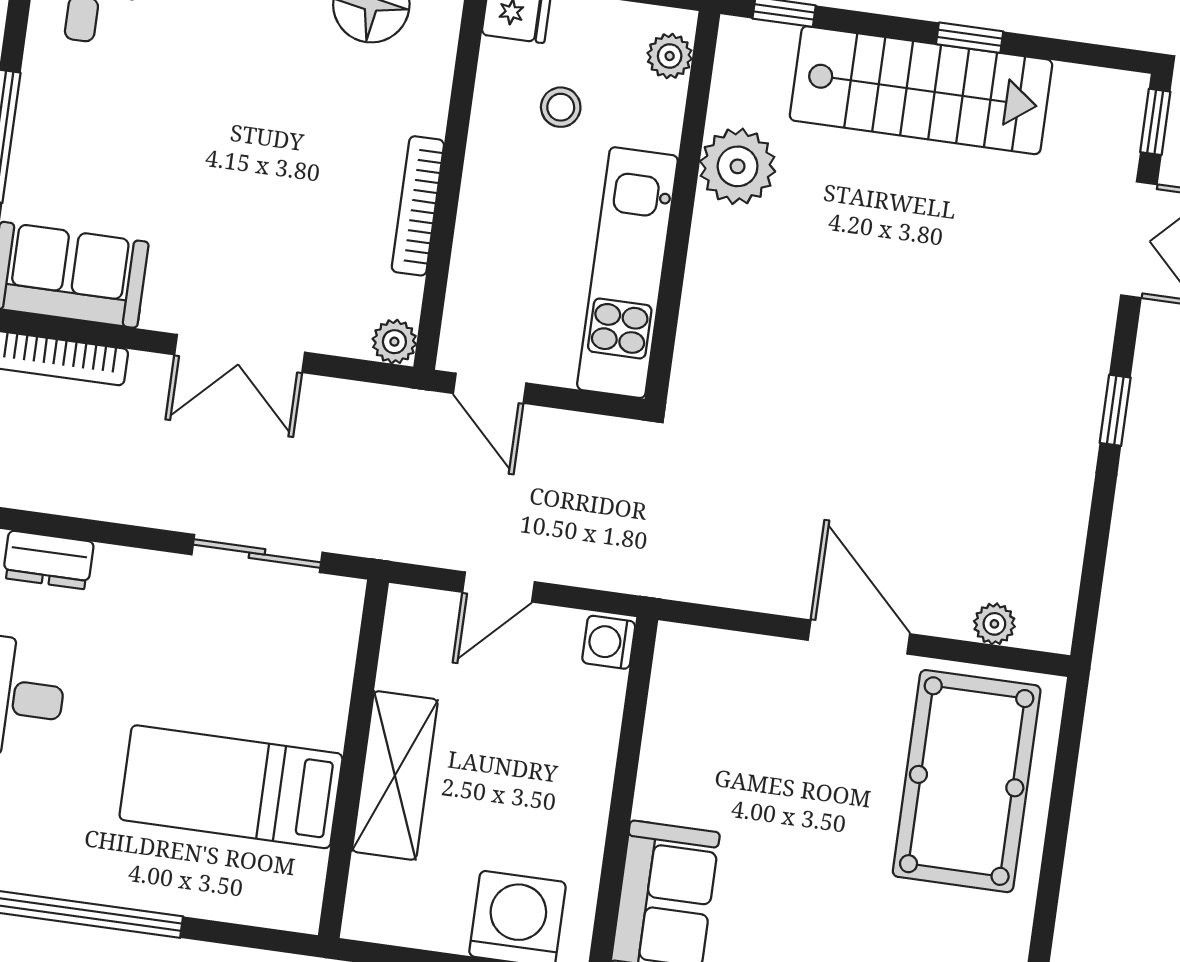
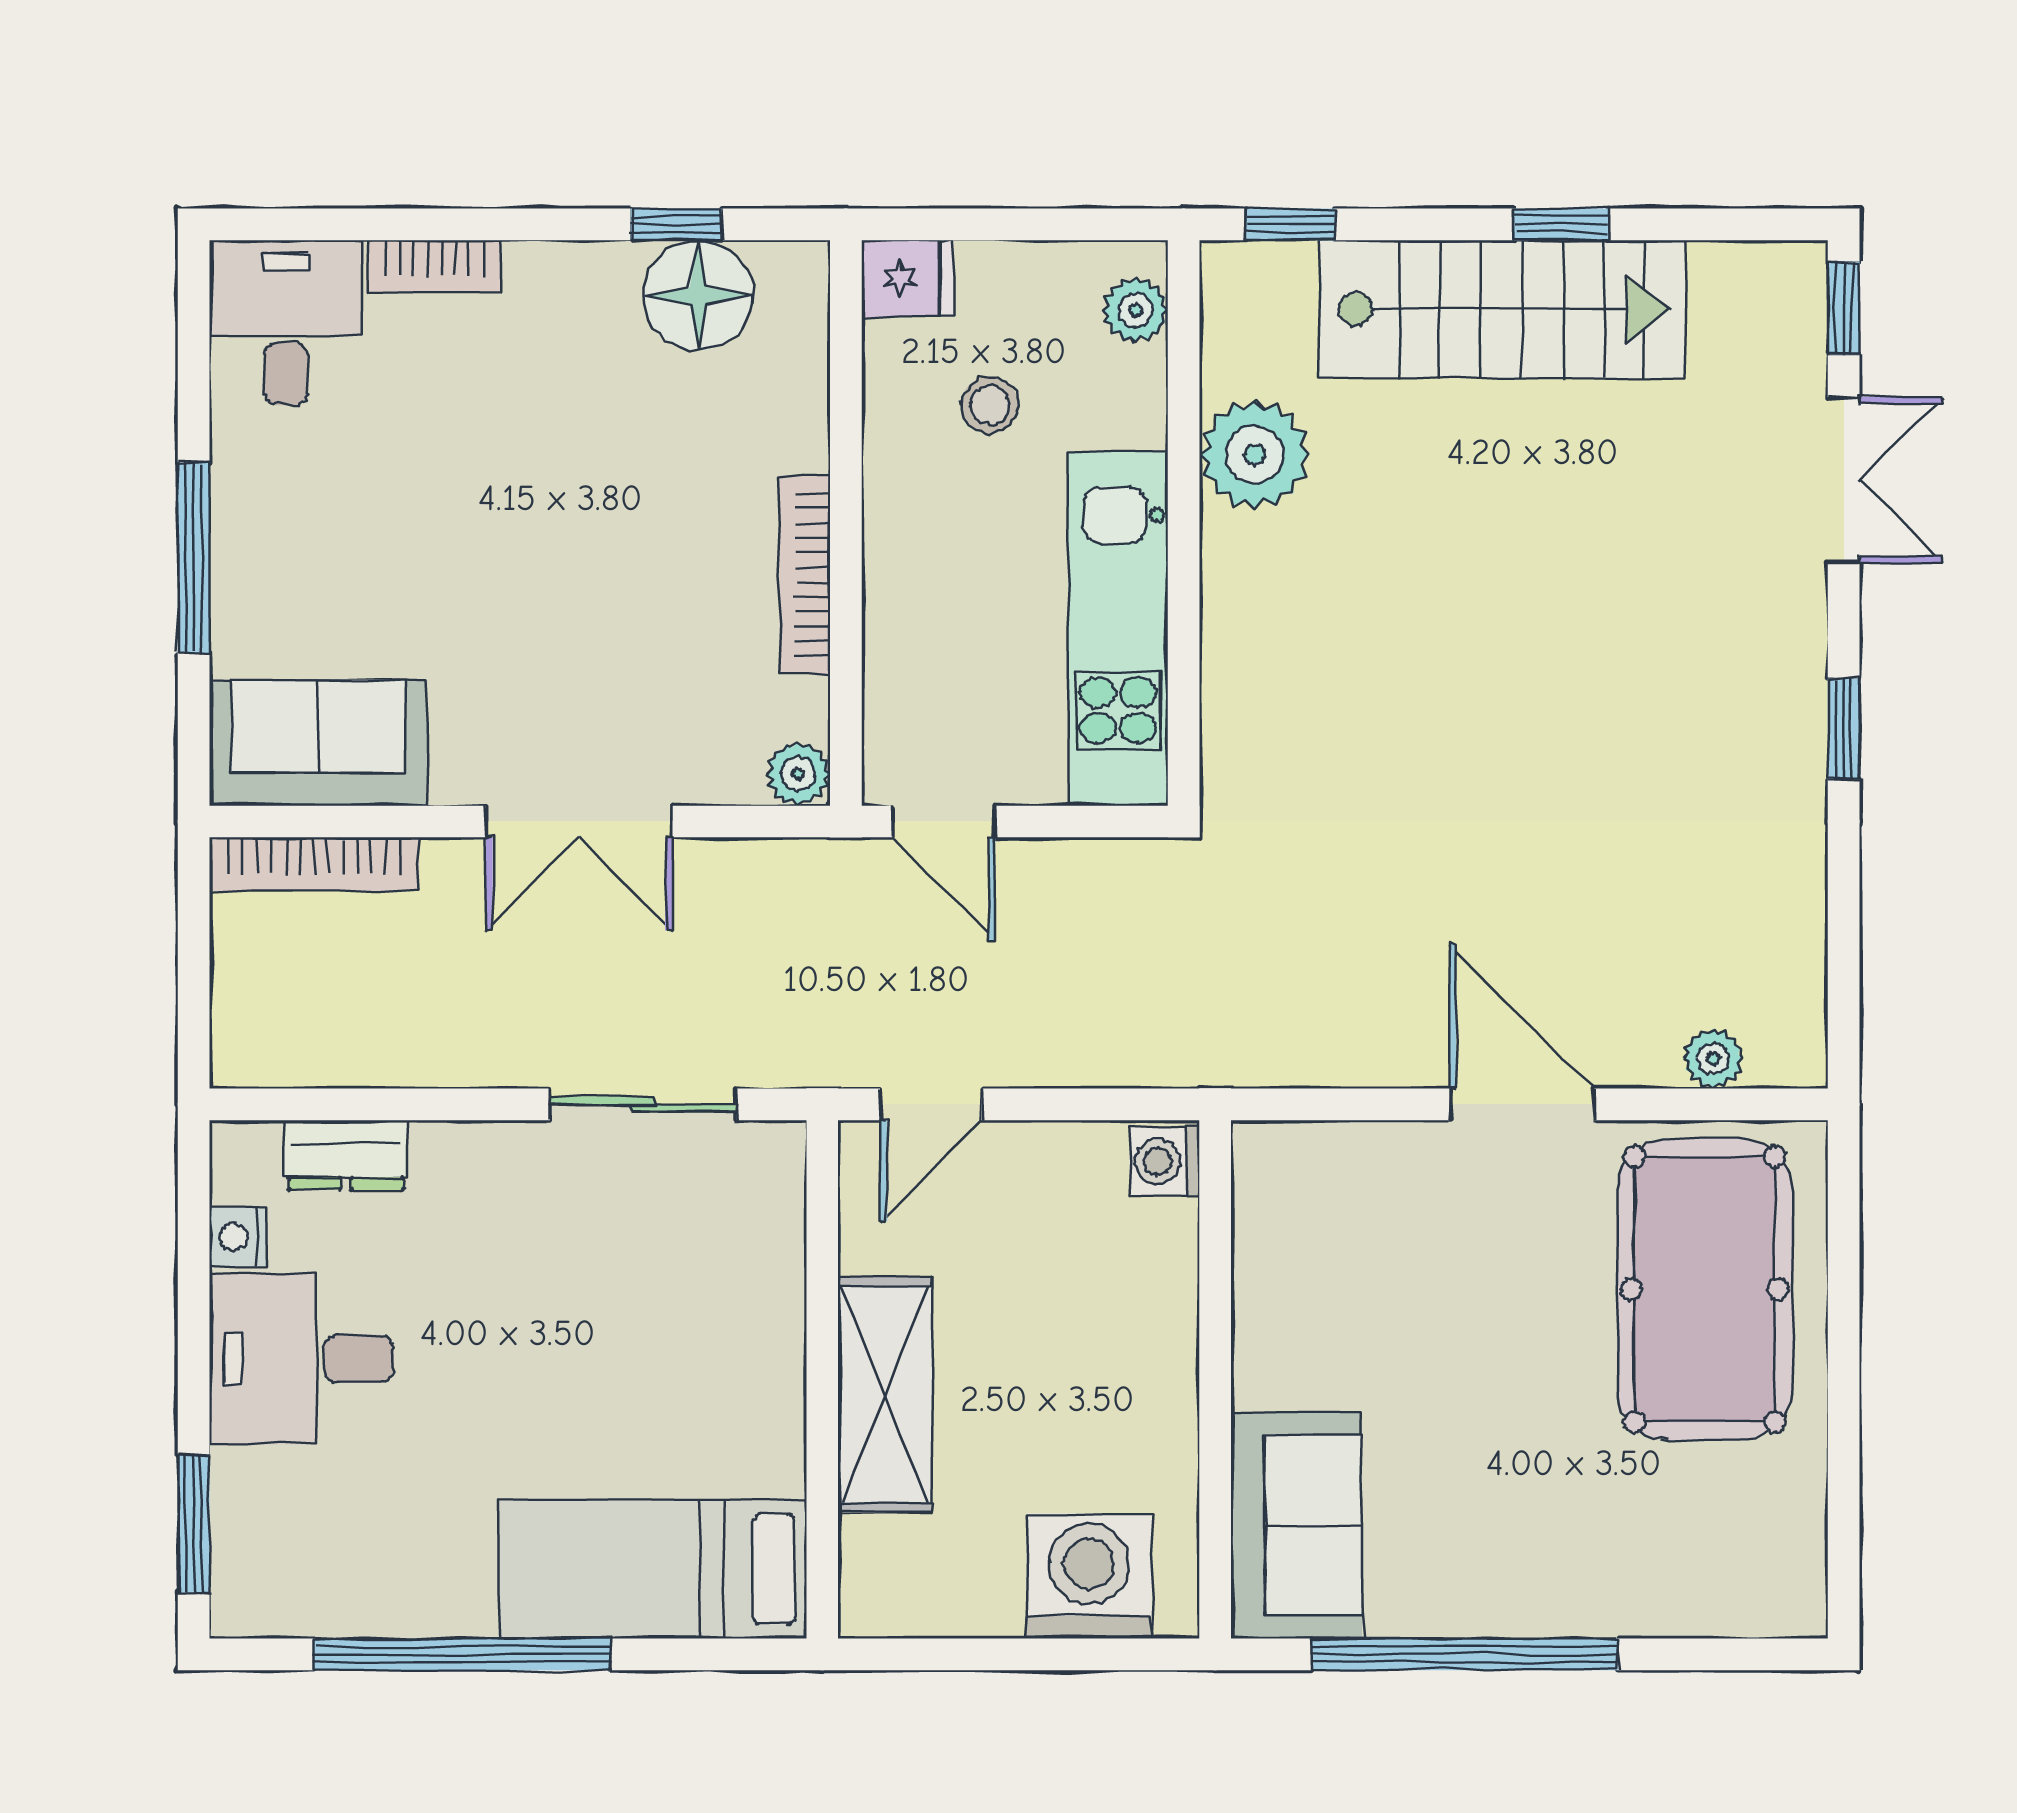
door: (499, 587) -> (931, 1104), moved
bed: (231, 787) -> (652, 1569), moved

